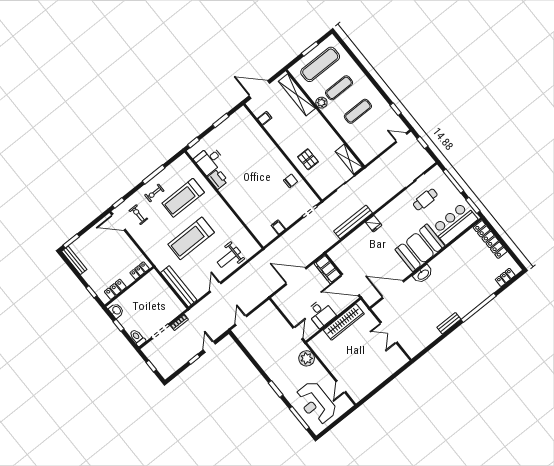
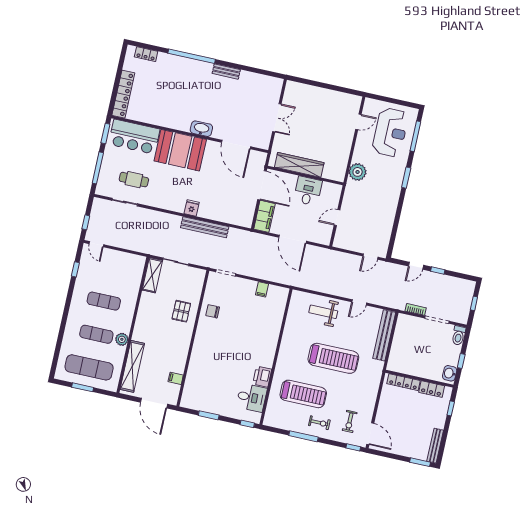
weight bench: (229, 257) -> (323, 312), turned 180
locker: (140, 271) -> (404, 382), width x1.53
door: (298, 333) -> (337, 218), moved

